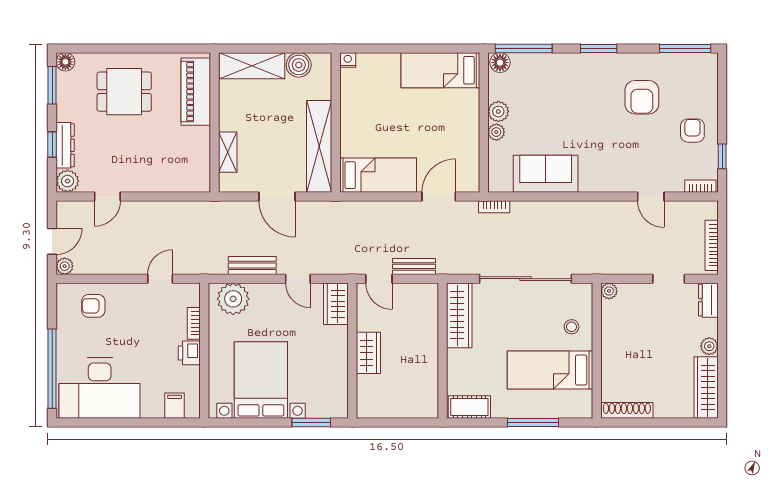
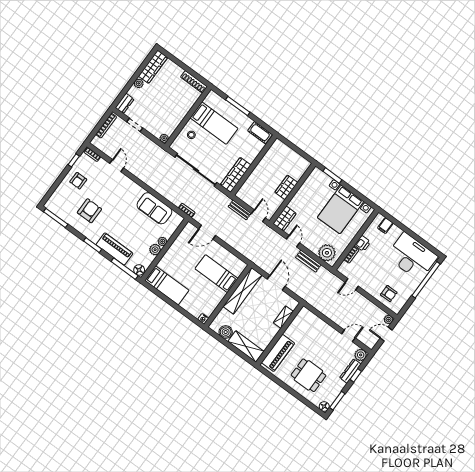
piano: (561, 67) -> (114, 249), added
bed: (378, 175) -> (216, 274), moved

